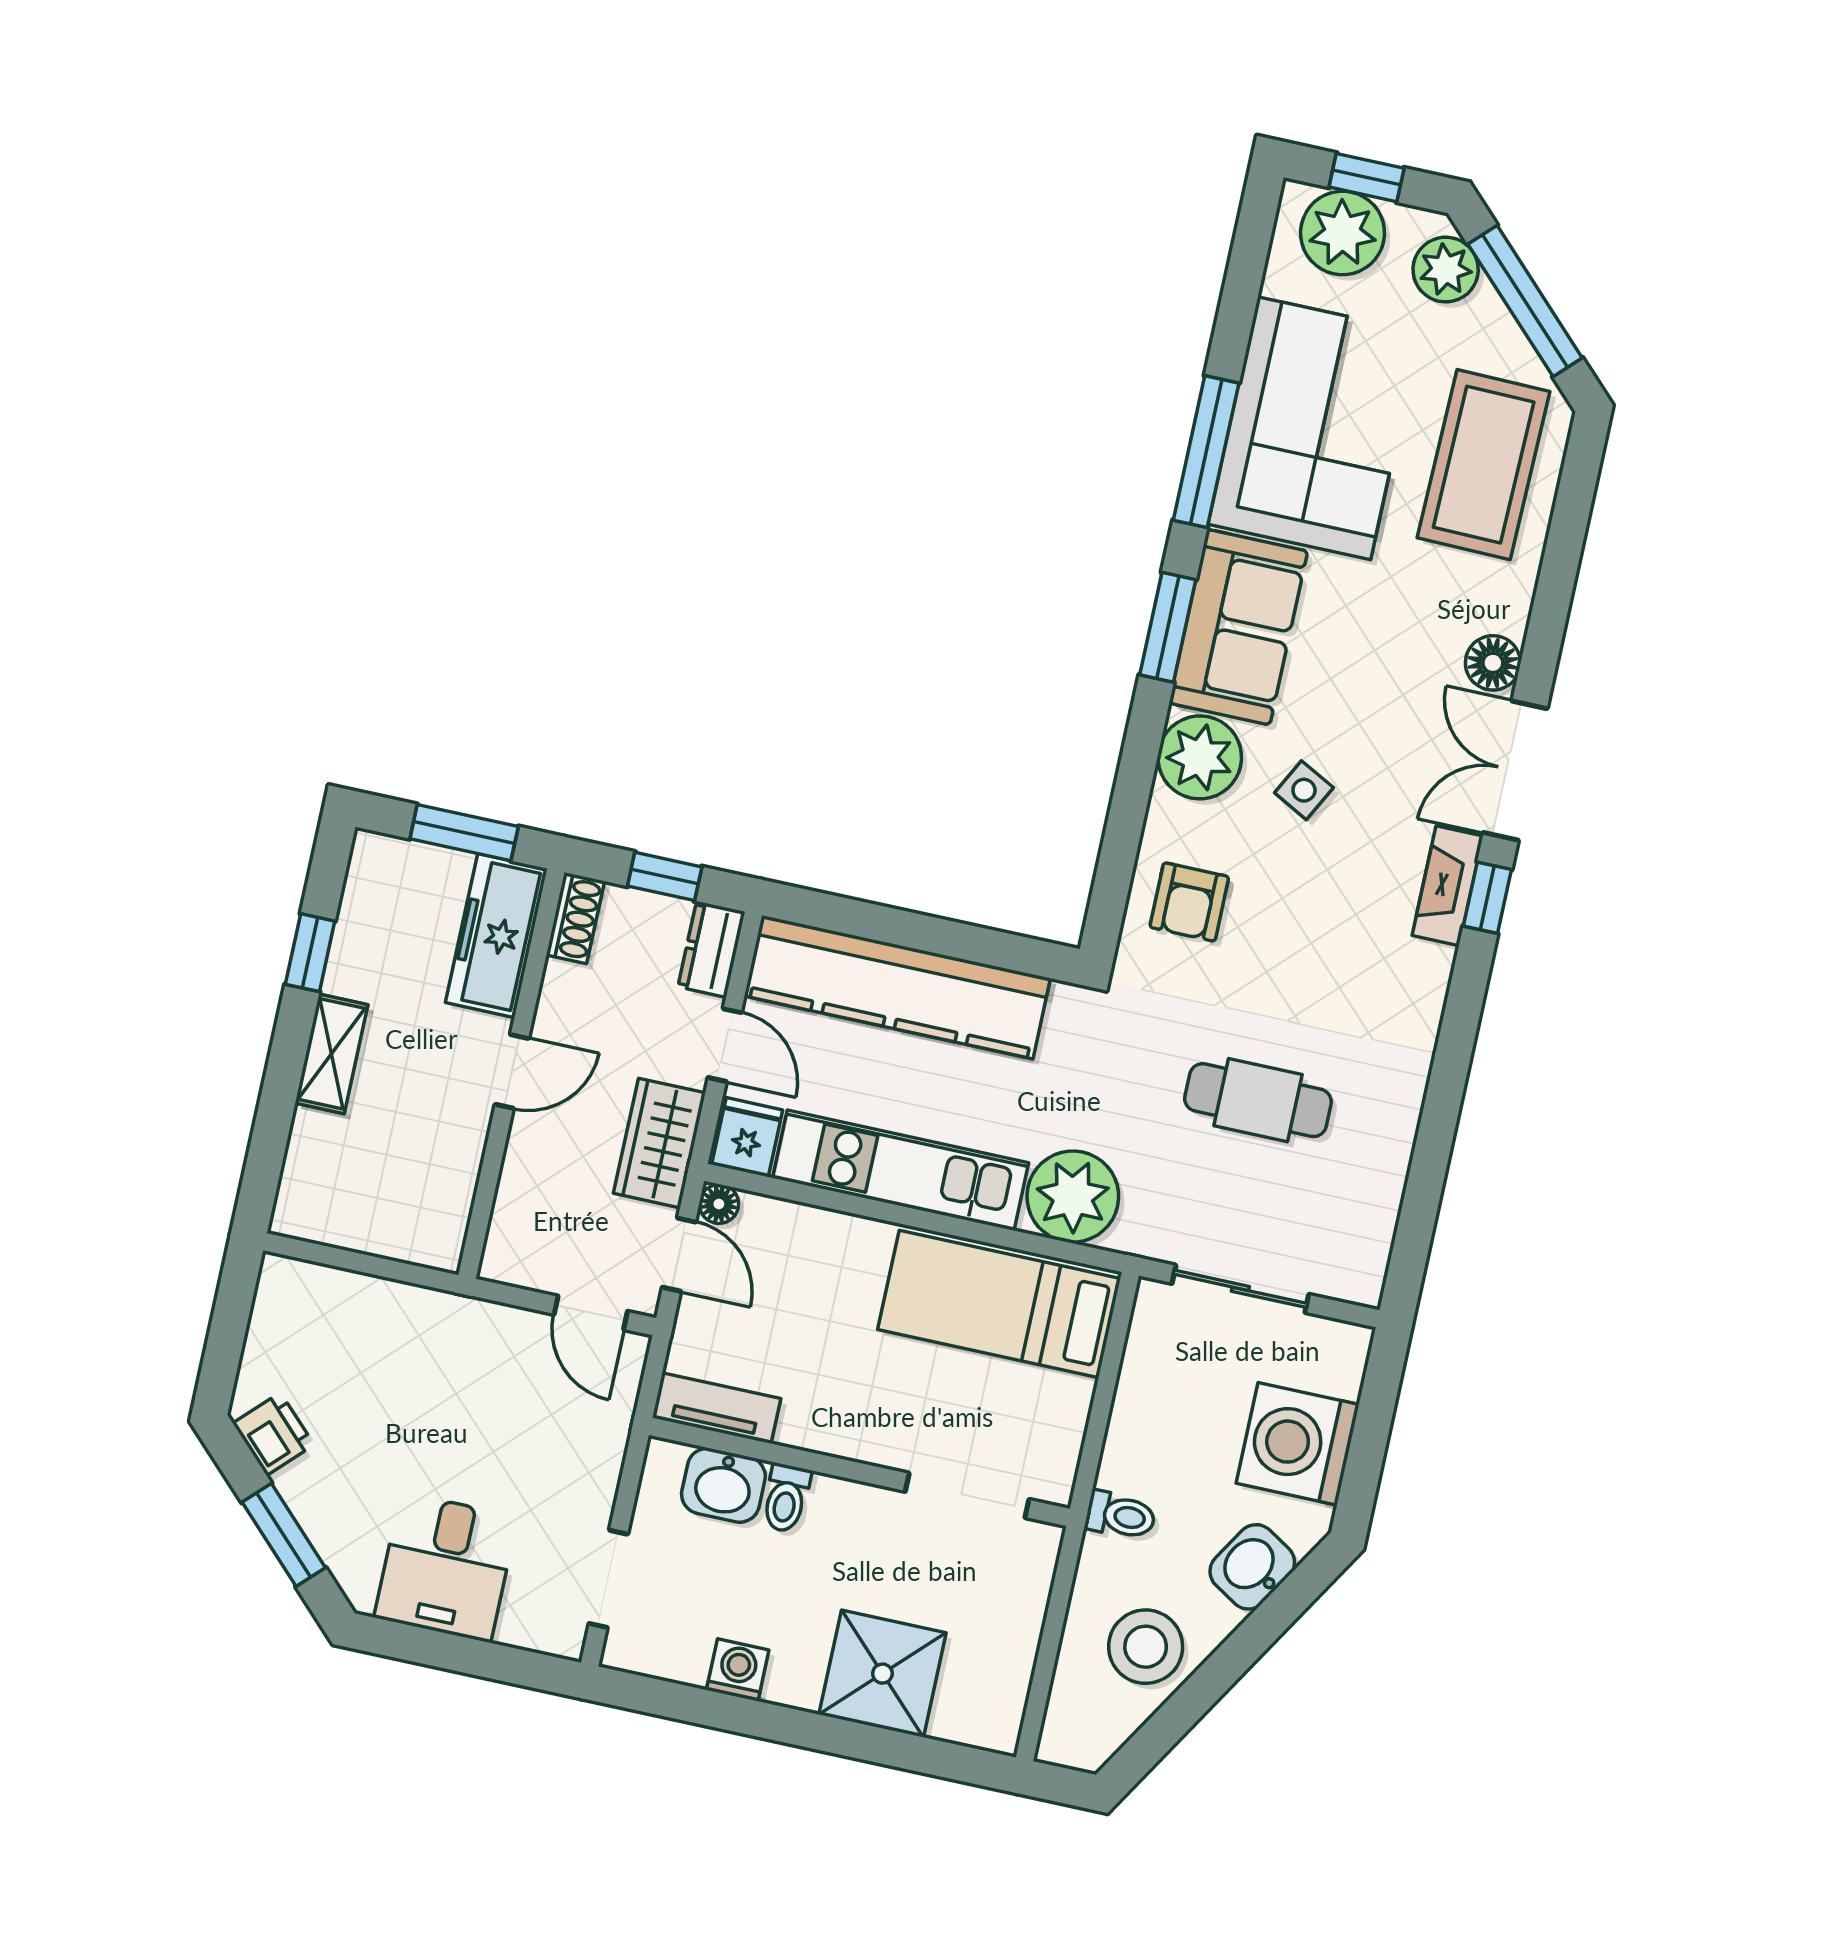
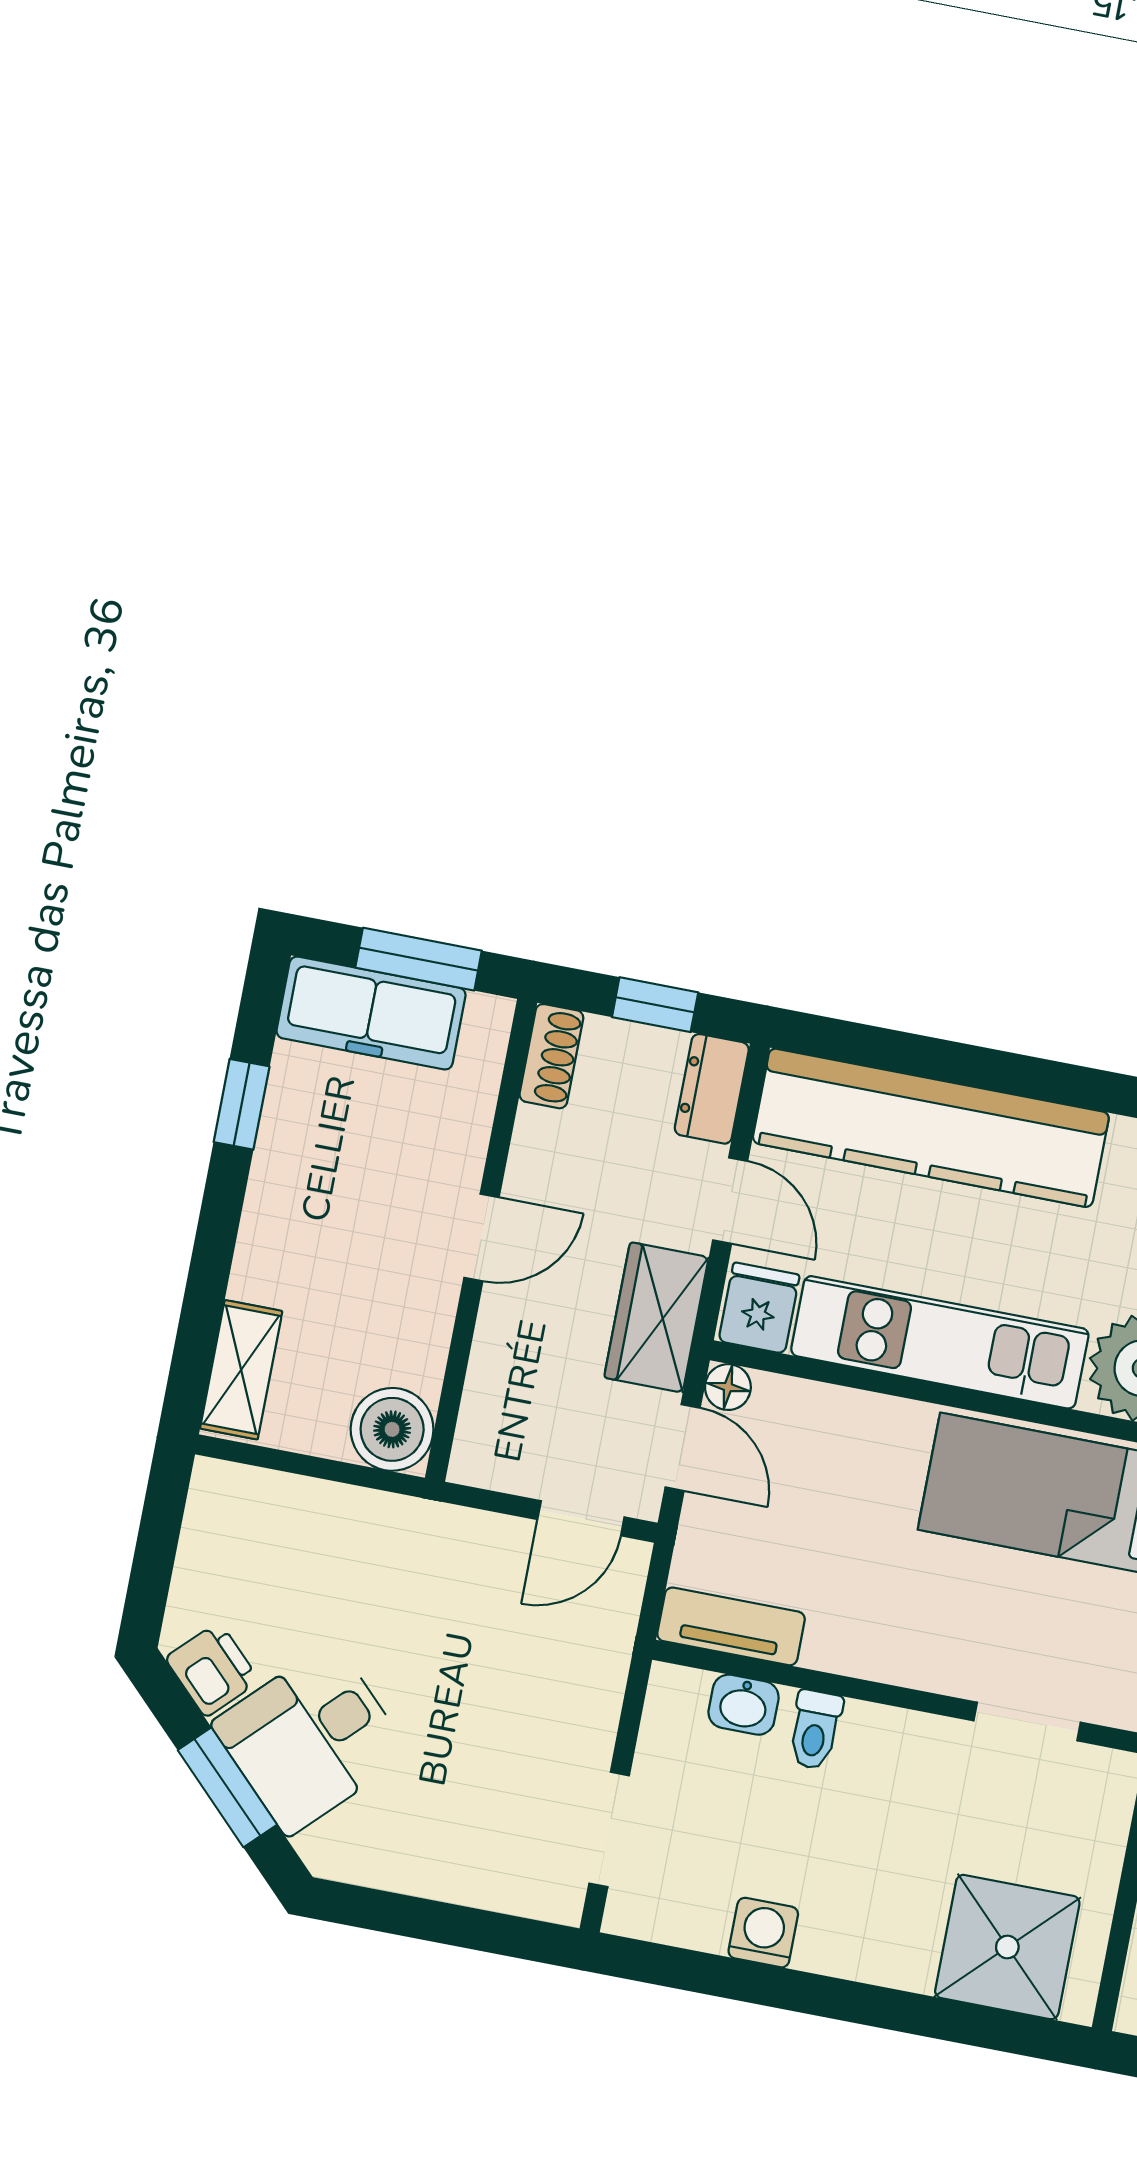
freezer: (496, 936) -> (371, 1013), moved, turned -90
shelving: (331, 1054) -> (241, 1370), moved
boiler: (432, 1233) -> (392, 1429), added
door: (591, 1313) -> (581, 1518), hinge flipped
washbasin: (723, 1485) -> (744, 1705), width x0.72, depth x0.69
doorway: (967, 1495) -> (1027, 1721), width x0.73
desk: (446, 1567) -> (310, 1739), moved, turned 45
shower: (882, 1674) -> (1007, 1947), moved

